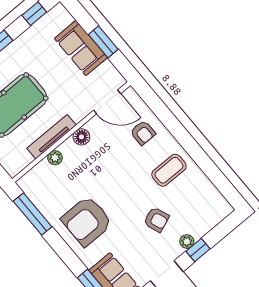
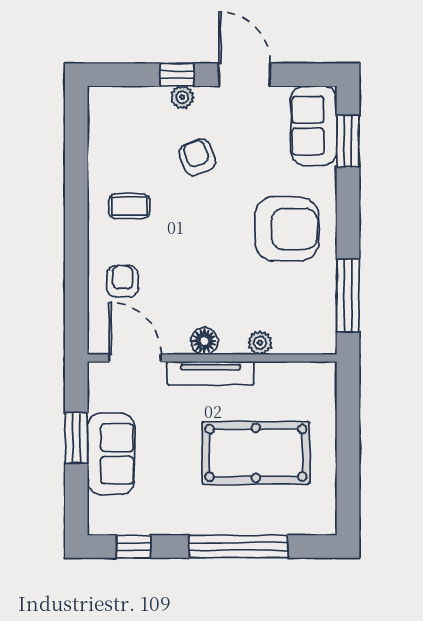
tv unit: (51, 137) -> (210, 373), moved
coffee table: (169, 170) -> (129, 206), width x0.73, depth x0.77

